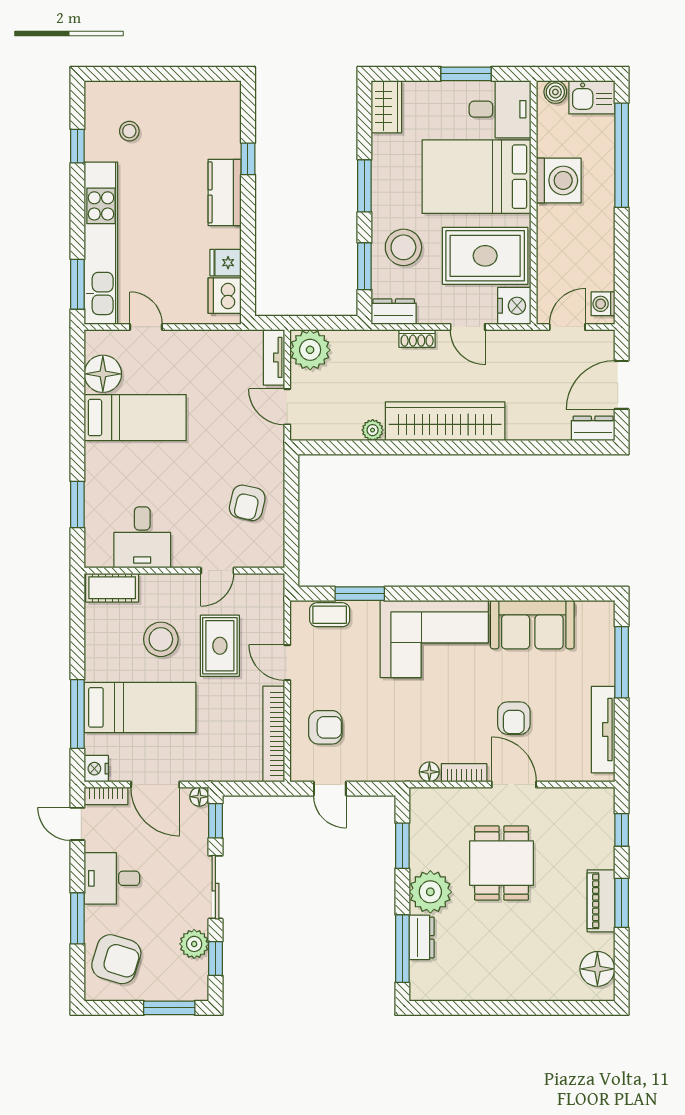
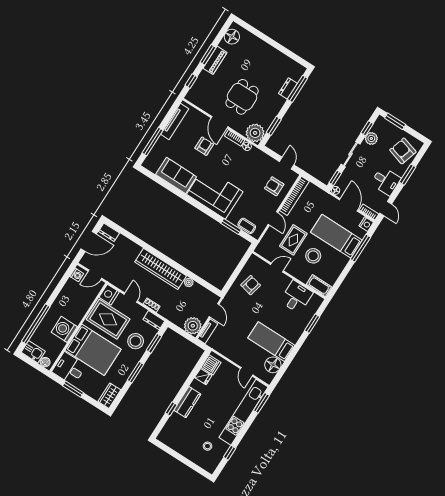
plant: (430, 892) -> (255, 133), moved

